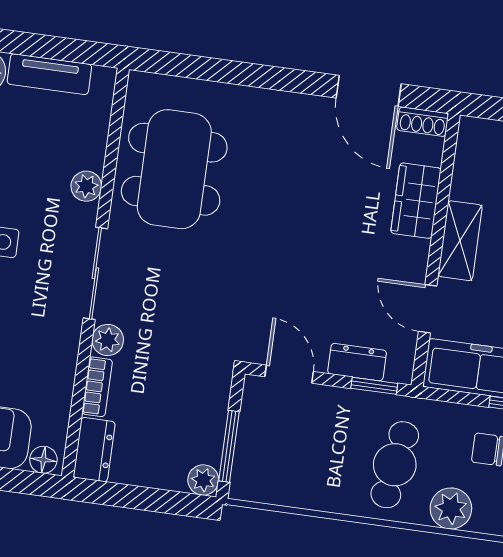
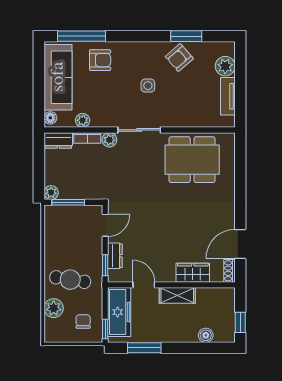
plant: (86, 186) -> (83, 120), moved
door: (428, 309) -> (144, 285), hinge flipped

